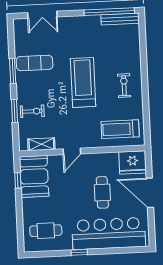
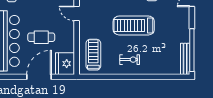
treadmill: (83, 82) -> (134, 25), turned 180

